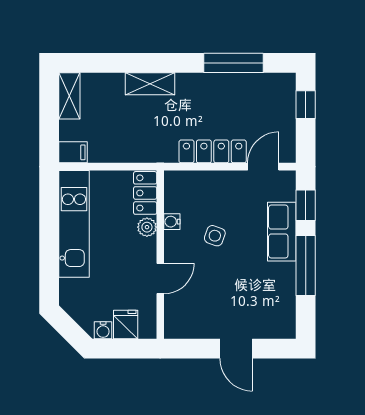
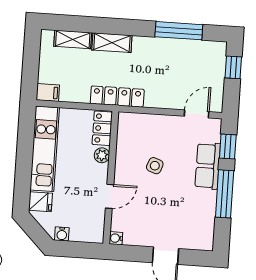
shelving: (69, 96) -> (73, 39), moved, turned 90
locker: (213, 151) -> (117, 97), moved
water cooler: (172, 222) -> (116, 238), moved
fridge: (126, 325) -> (40, 202), moved, turned 90

